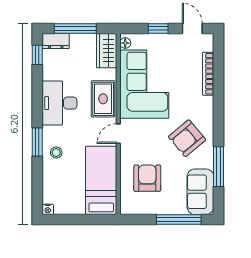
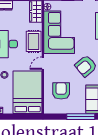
bed: (101, 180) -> (28, 92), width x1.50

